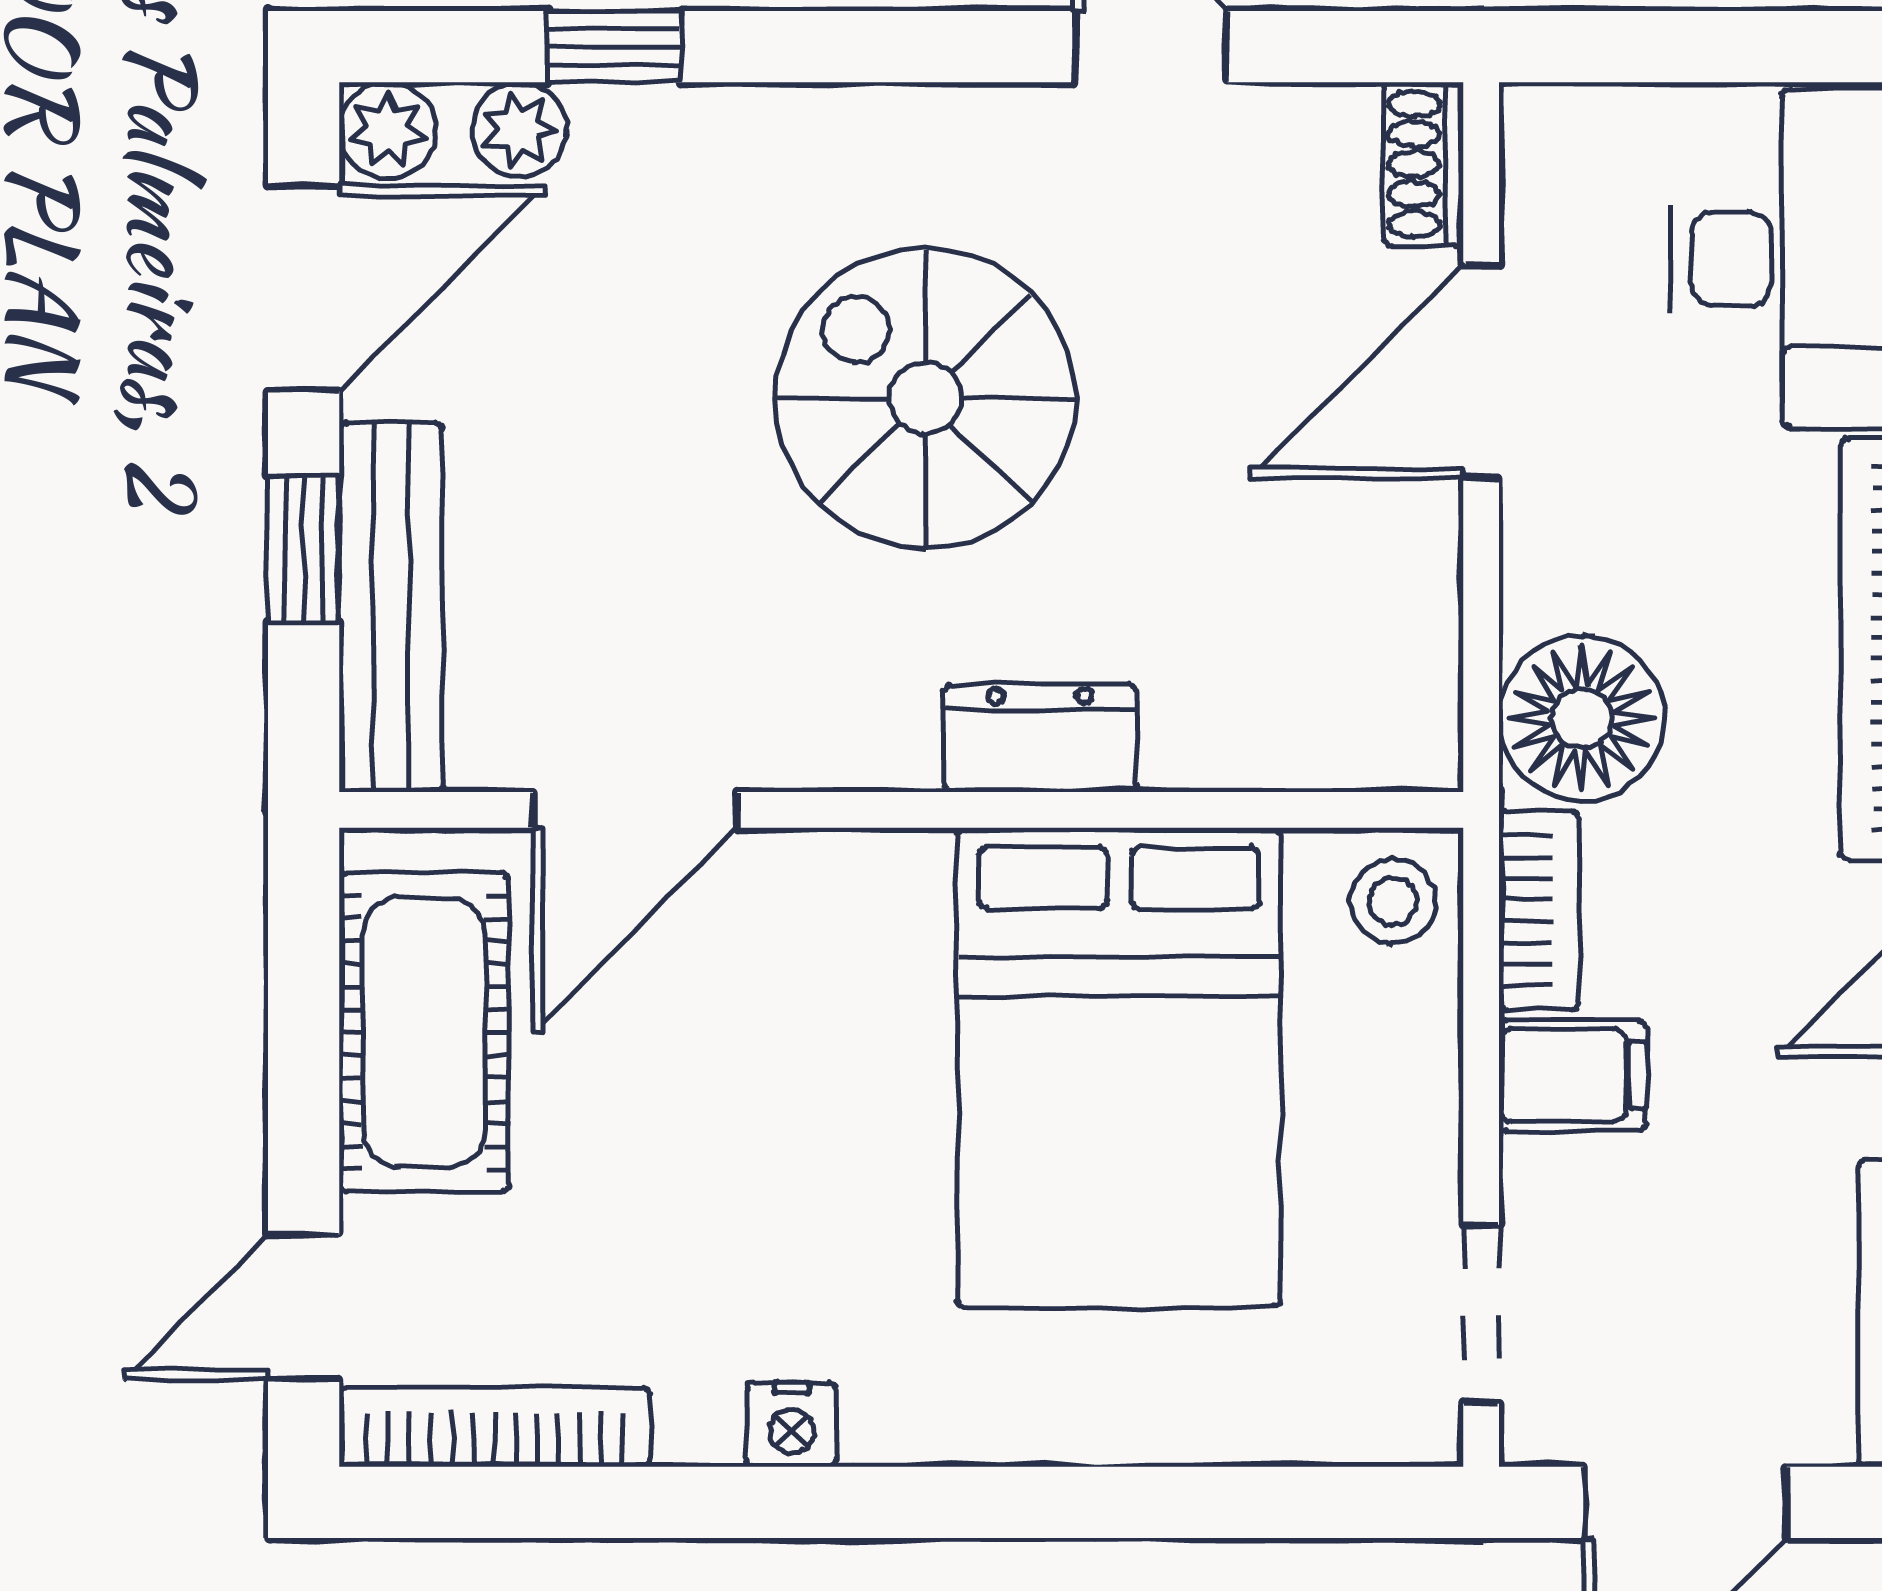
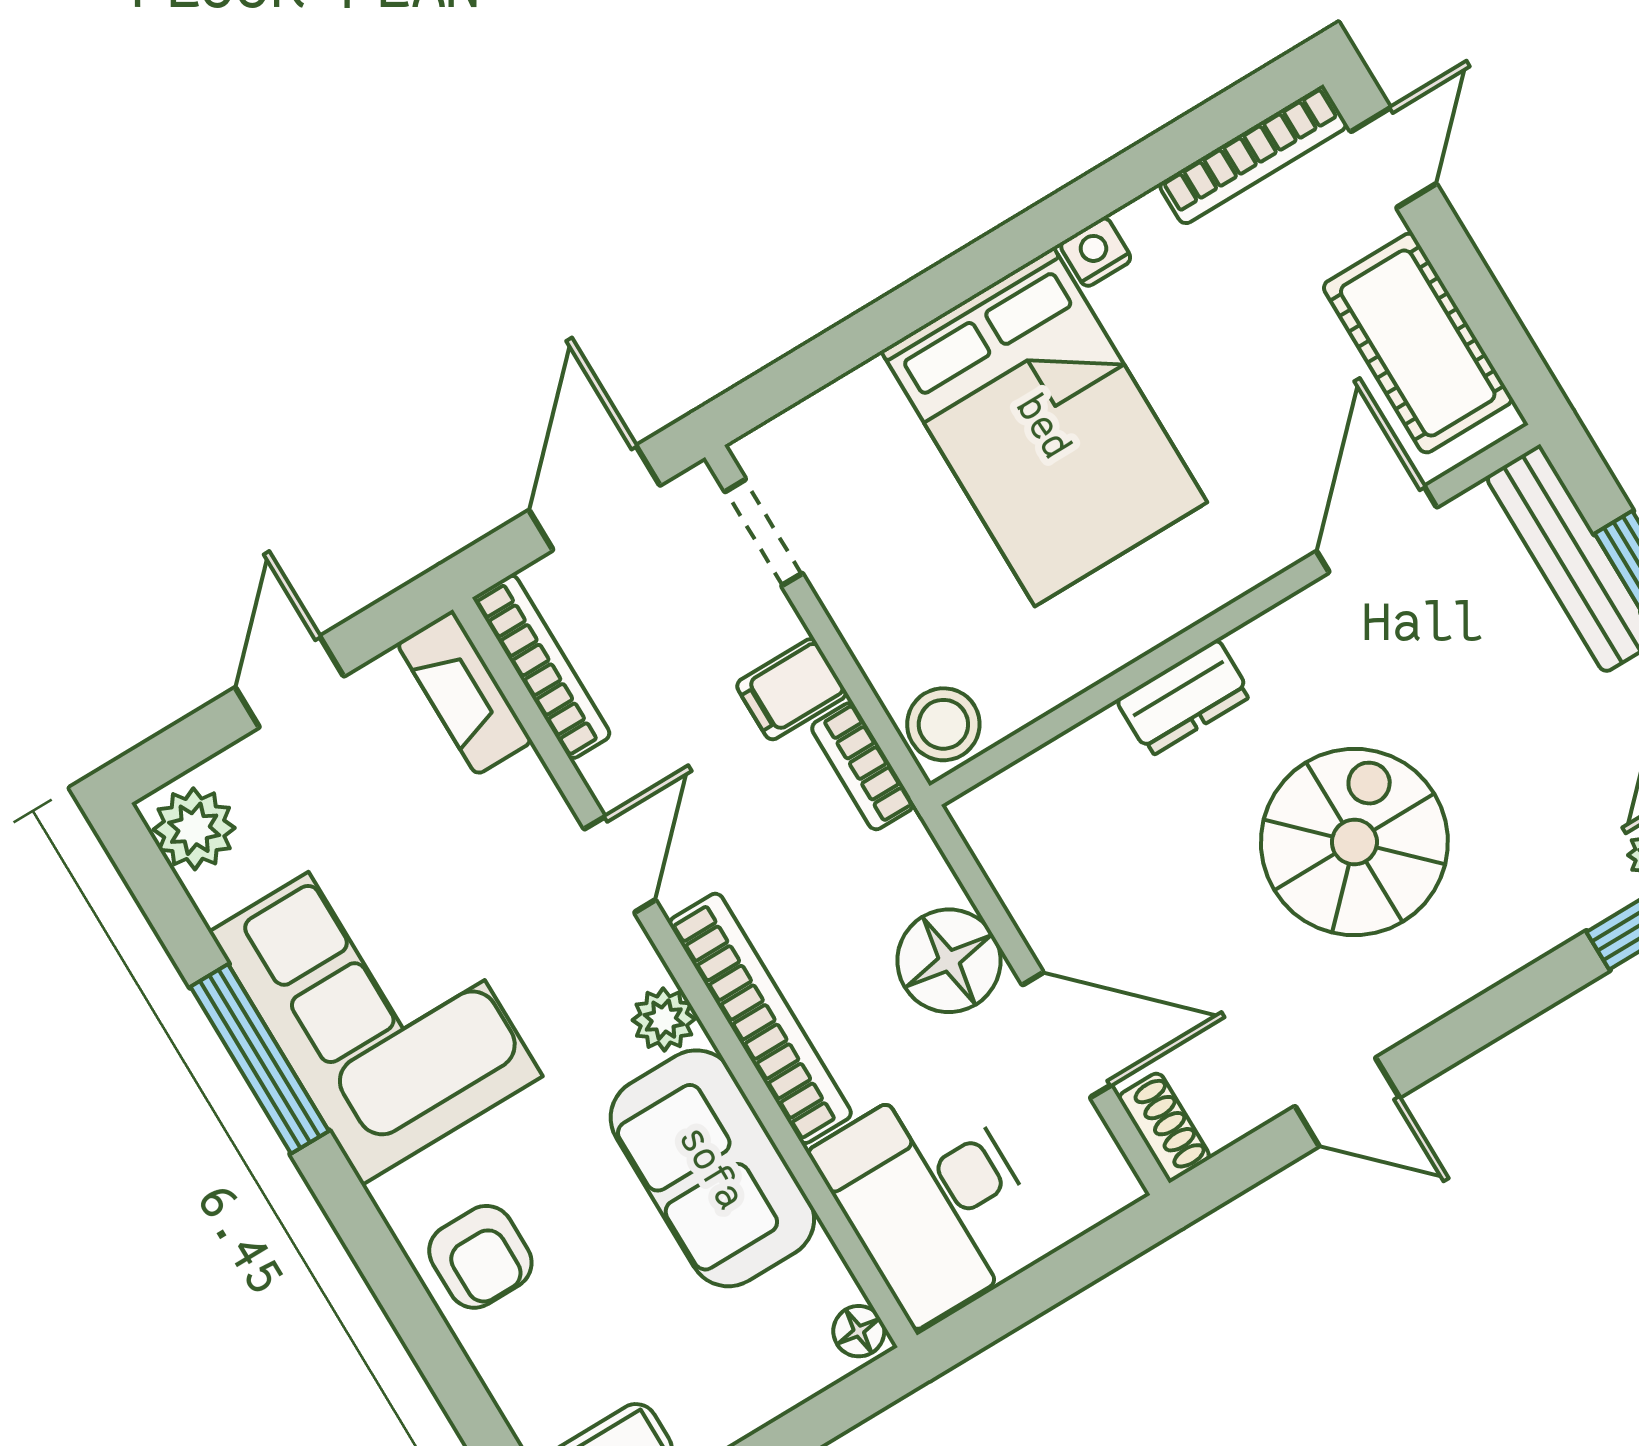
door: (1481, 372) -> (1067, 1035), hinge flipped
spiral stairs: (925, 398) -> (1354, 842), turned -90
floor lamp: (1582, 718) -> (949, 961), moved
stool: (1393, 901) -> (943, 724), width x1.37, depth x1.37
bed: (1119, 1067) -> (1044, 427), moved, turned 180

